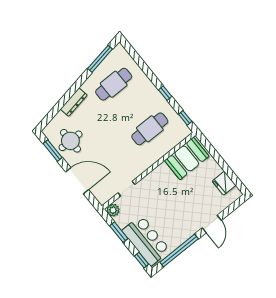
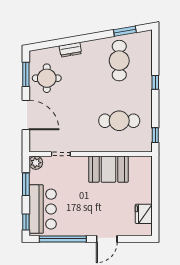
window: (100, 59) -> (125, 31), width x0.69
cafe table: (114, 84) -> (119, 61), turned 90
window: (165, 93) -> (155, 82), moved
dresser: (74, 102) -> (70, 50), width x0.70
booth: (187, 158) -> (108, 169), moved

